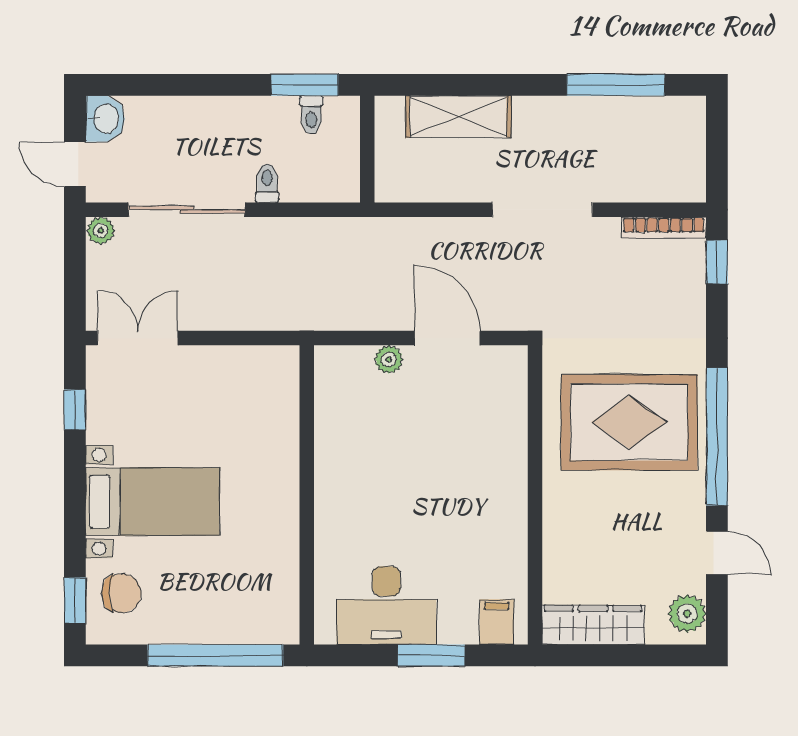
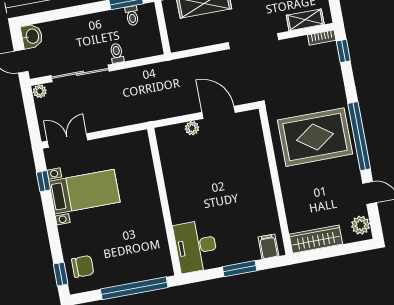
shelving: (653, 186) -> (305, 20), added
bookcase: (664, 228) -> (322, 38), width x0.64
bed with nightstands: (152, 502) -> (84, 192), moved
desk: (386, 606) -> (196, 246), moved, turned 90

